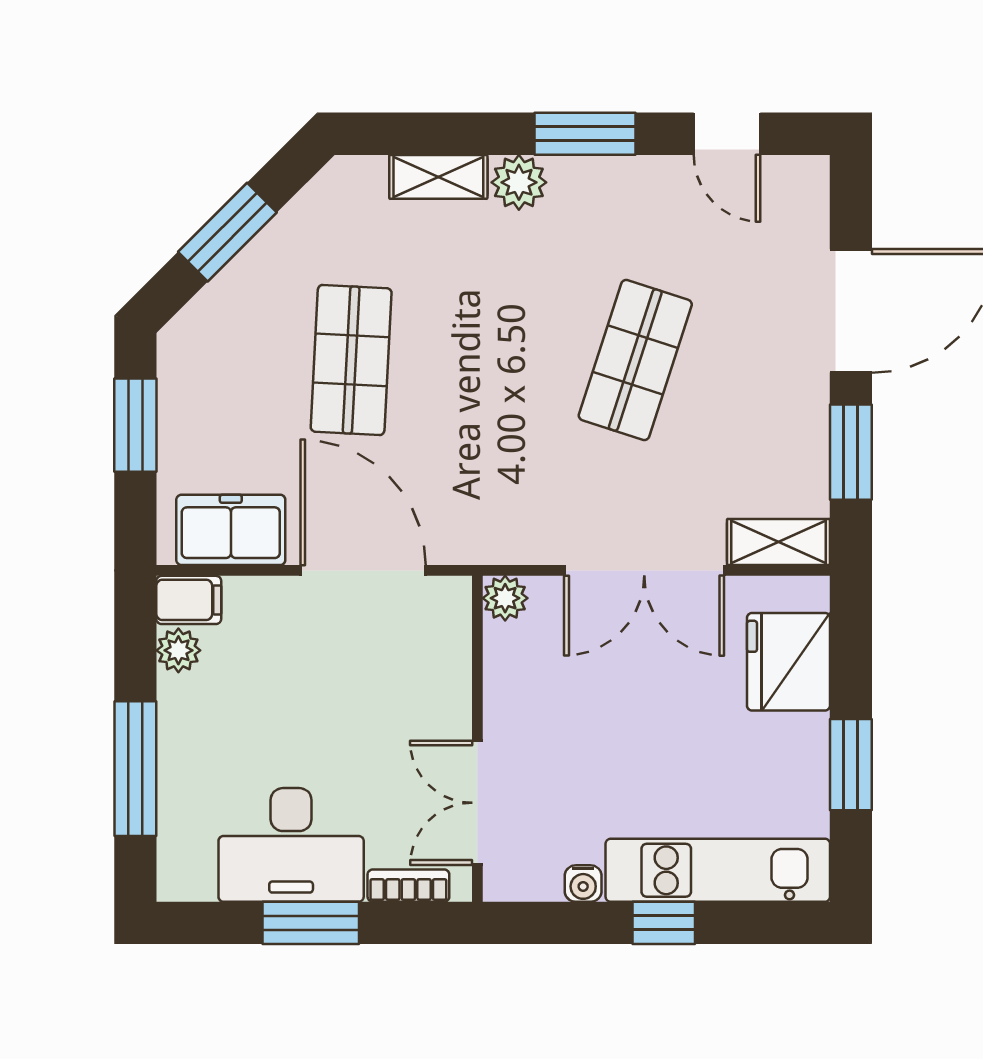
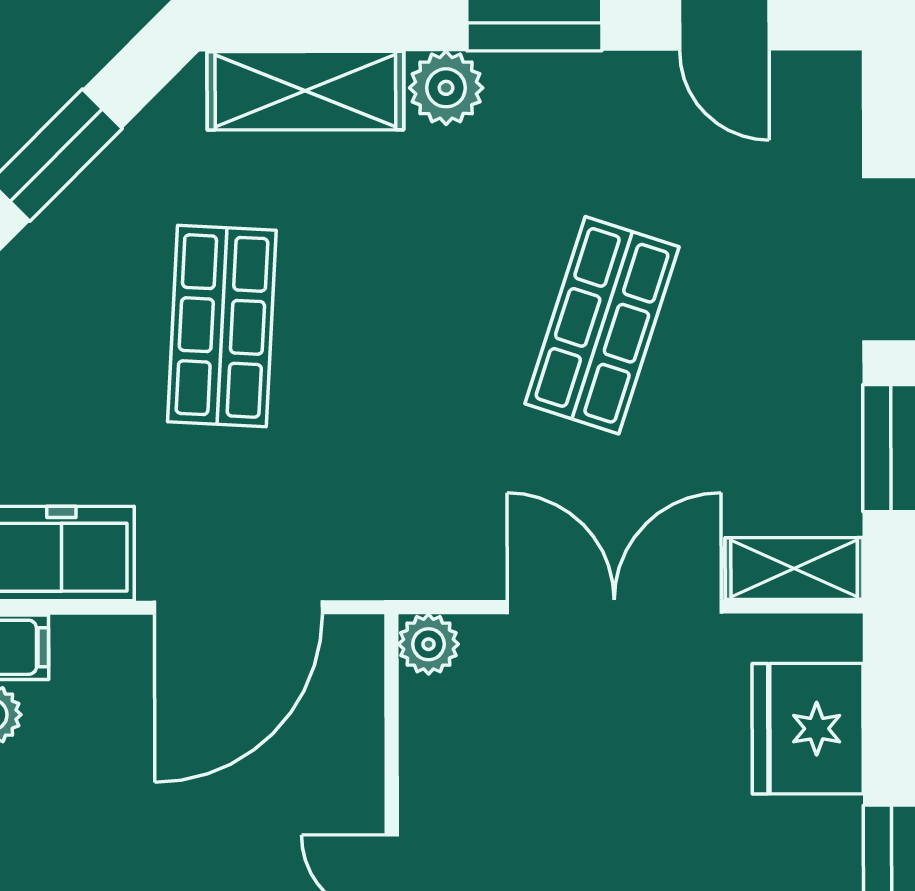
shelving: (438, 177) -> (305, 91), width x1.50, depth x1.33
door: (363, 570) -> (238, 607), swing flipped
double door: (644, 570) -> (614, 607), swing flipped

